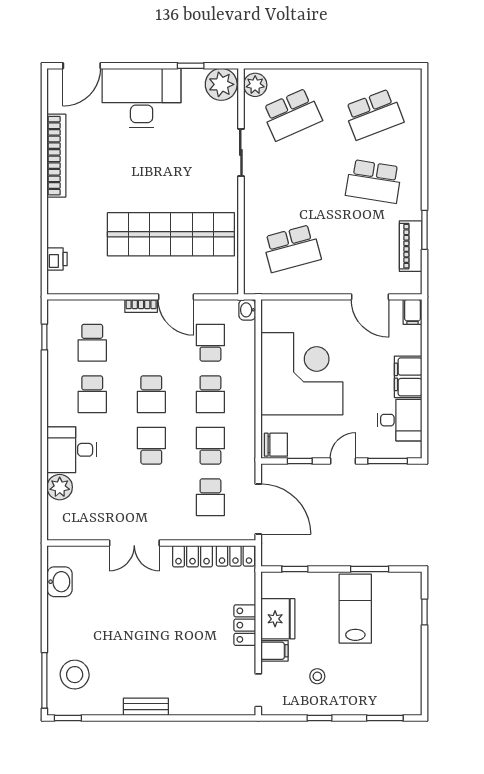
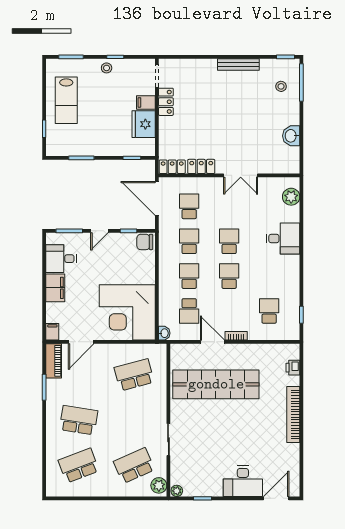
plant: (221, 84) -> (177, 491), width x0.53, depth x0.53
desk: (142, 98) -> (243, 481), width x0.73, depth x0.77
bookcase: (56, 156) -> (293, 415), moved
piano: (411, 246) -> (54, 361), moved
door: (370, 297) -> (81, 342), swing flipped
corner desk: (302, 374) -> (127, 312), moved
school desk: (92, 394) -> (269, 276), removed
school desk: (151, 446) -> (229, 241), turned 180
school desk: (210, 446) -> (189, 241), turned 180
plant: (60, 487) -> (291, 197), moved
double door: (134, 543) -> (241, 175), swing flipped
washbasin: (60, 582) -> (291, 136), moved
lab bench: (355, 609) -> (66, 100), moved
locker: (245, 625) -> (166, 102), moved
stool: (75, 675) -> (281, 86), width x0.53, depth x0.53
stool: (317, 676) -> (107, 68), moved
bench: (146, 707) -> (238, 65), width x1.36

